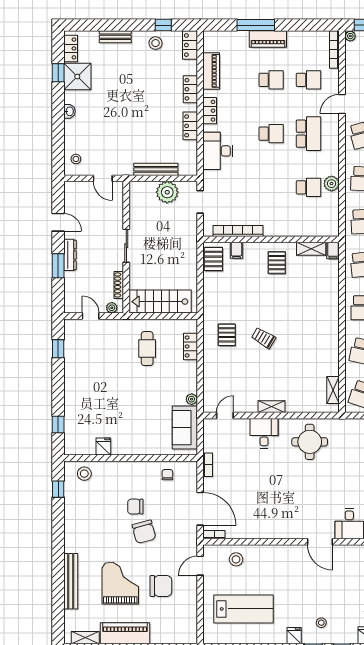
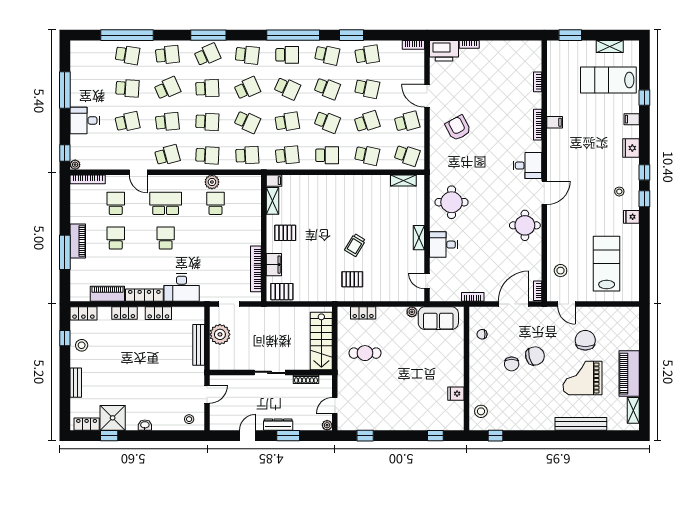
locker: (210, 111) -> (144, 295), width x1.53
filing cabinet: (236, 250) -> (274, 265), width x2.00
plant: (112, 308) -> (327, 425), moved
round table: (285, 521) -> (525, 225), added

